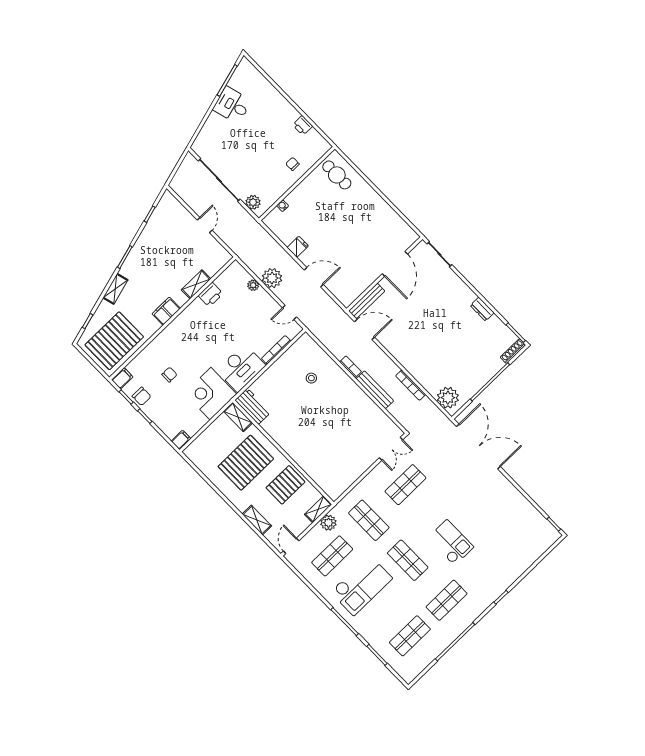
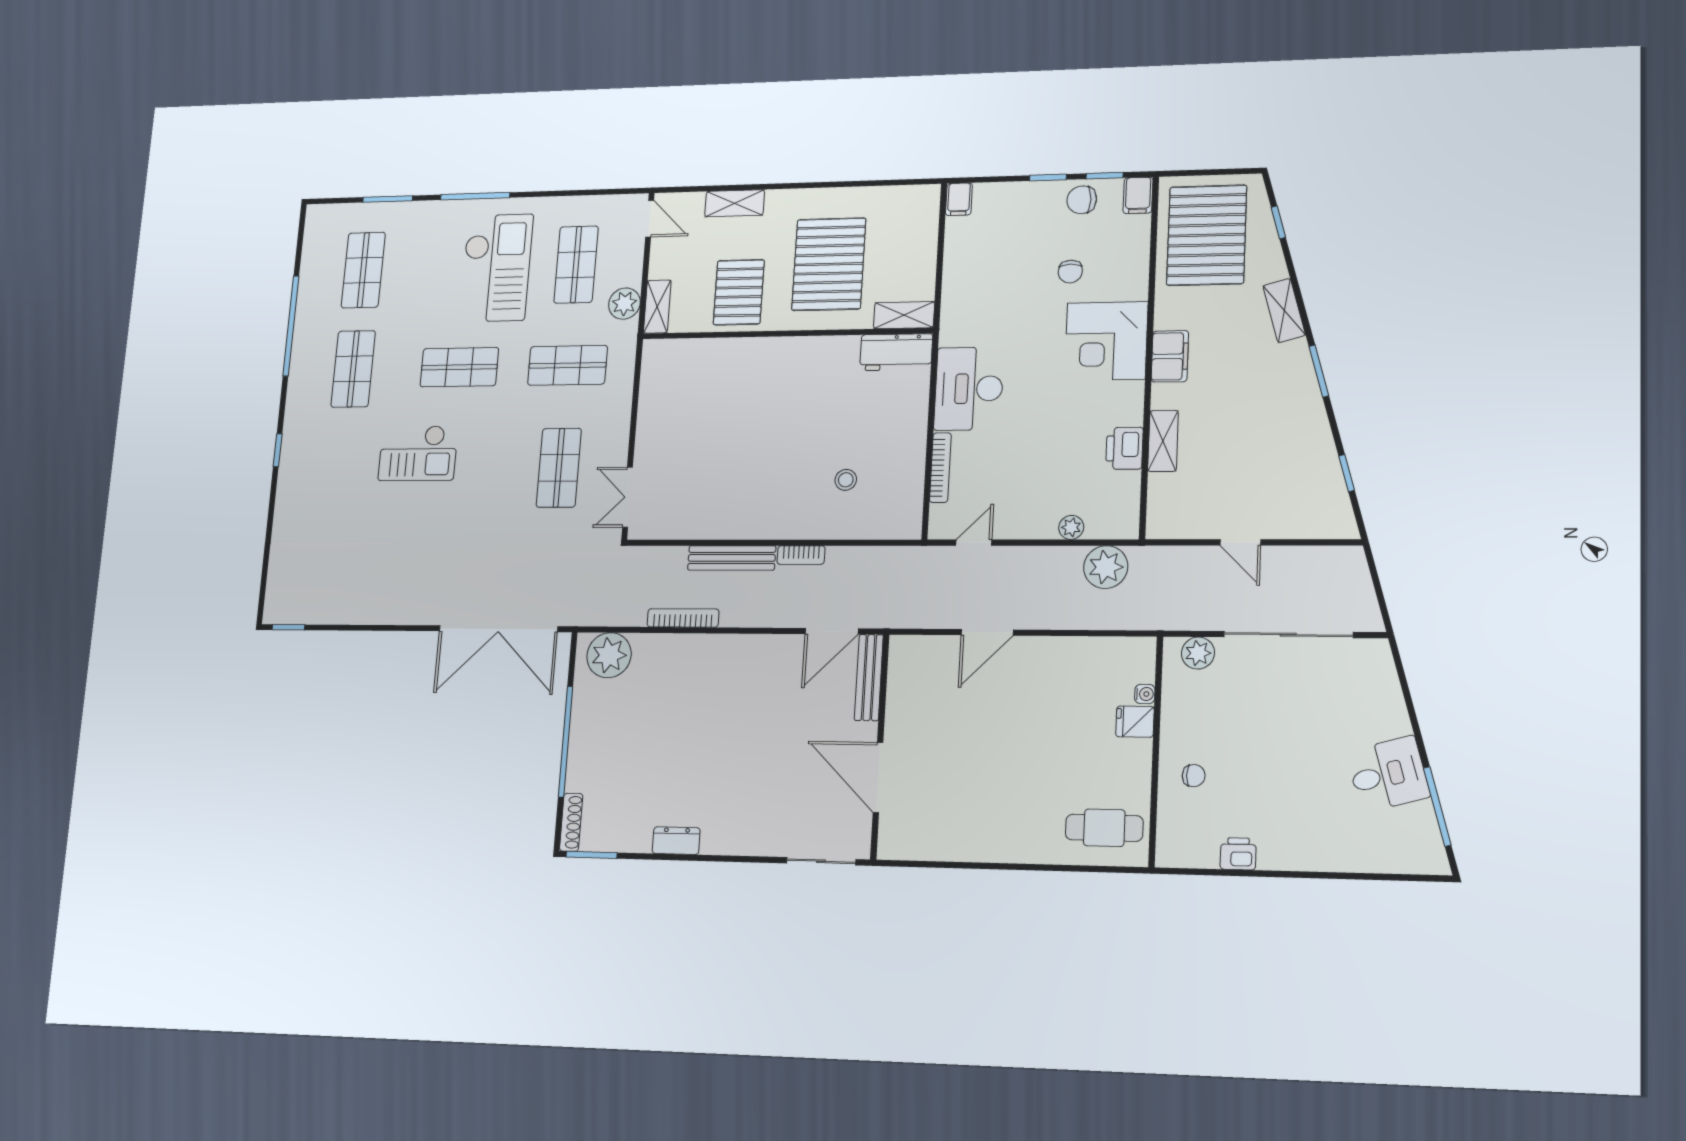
fridge: (298, 247) -> (1135, 722), moved, turned 90
plant: (272, 278) -> (1106, 567), moved
corner desk: (210, 394) -> (1106, 341), moved, turned 180
checkout: (361, 585) -> (496, 268), turned 180

